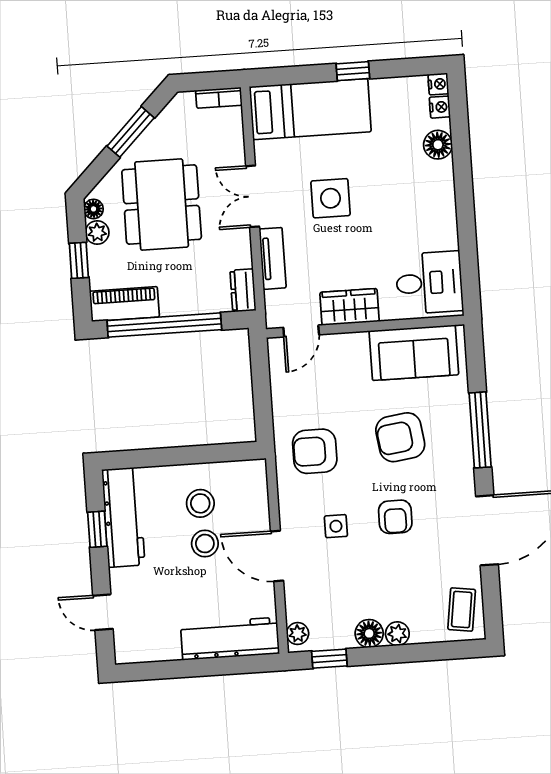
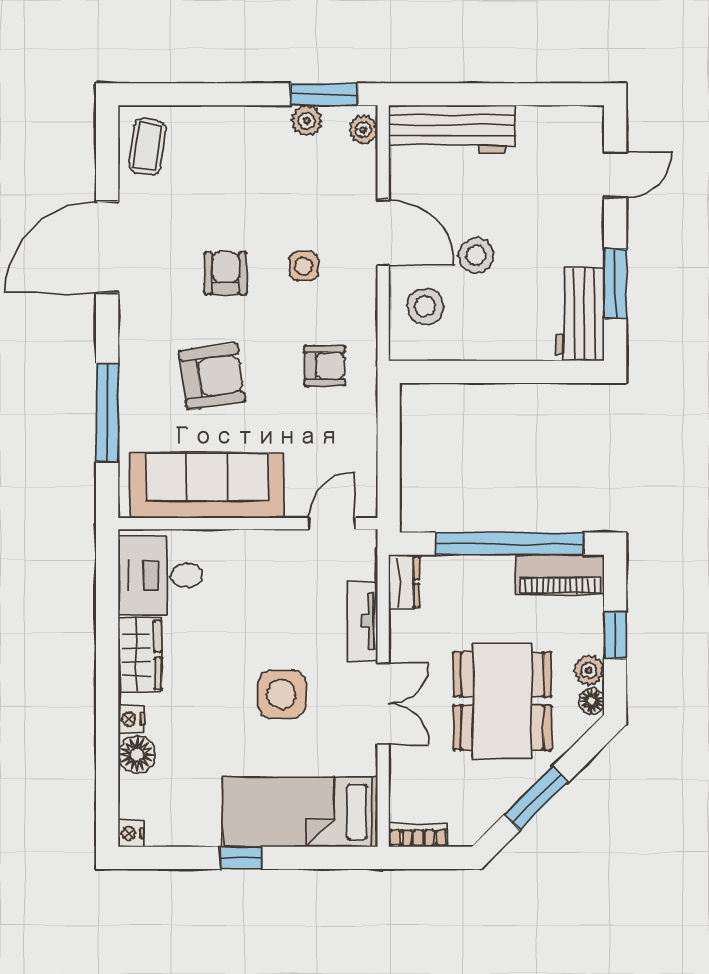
nightstand: (440, 107) -> (131, 719), moved
wardrobe: (350, 307) -> (140, 655), moved, turned -90
sofa: (414, 353) -> (207, 485), width x1.36
window: (480, 430) -> (107, 412), moved
armchair: (315, 451) -> (325, 366), width x0.72, depth x0.72
stool: (200, 503) -> (425, 306), moved
workbench: (123, 517) -> (580, 314), width x0.73
window: (97, 529) -> (615, 284), width x1.50
door: (103, 612) -> (615, 175), hinge flipped
floor lamp: (369, 633) -> (270, 123), removed
plant: (397, 634) -> (307, 121), moved
window: (329, 659) -> (324, 94), width x1.50

